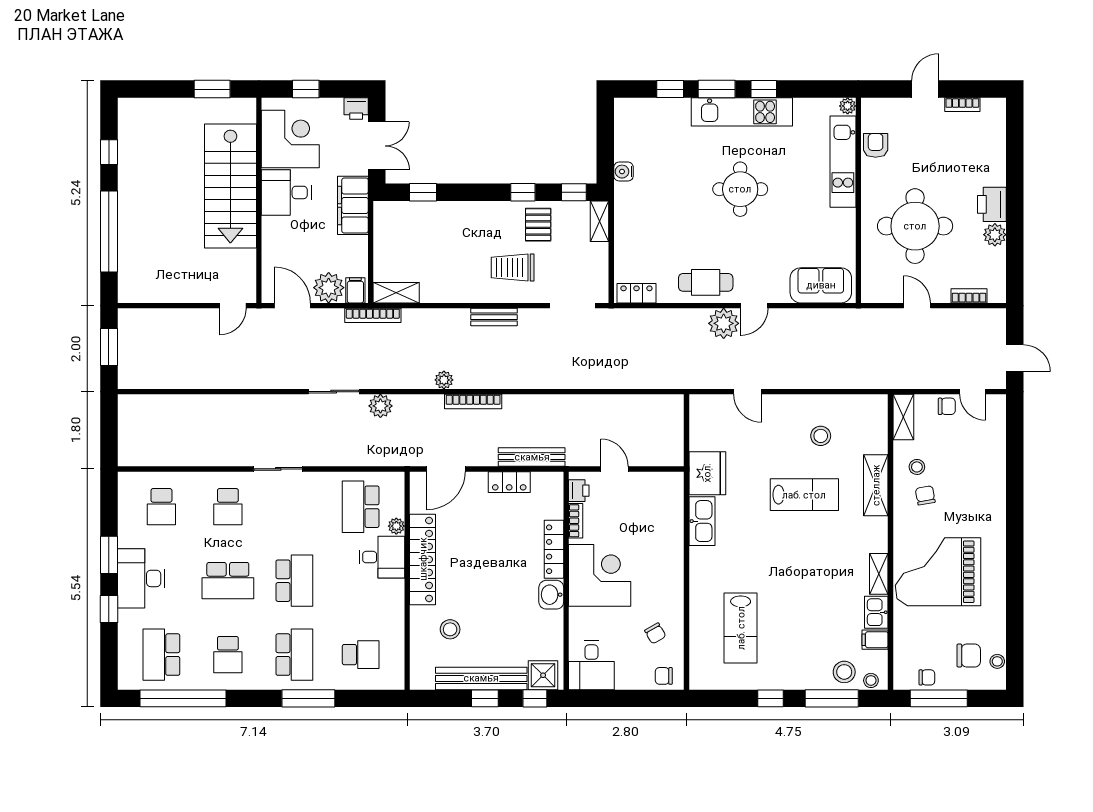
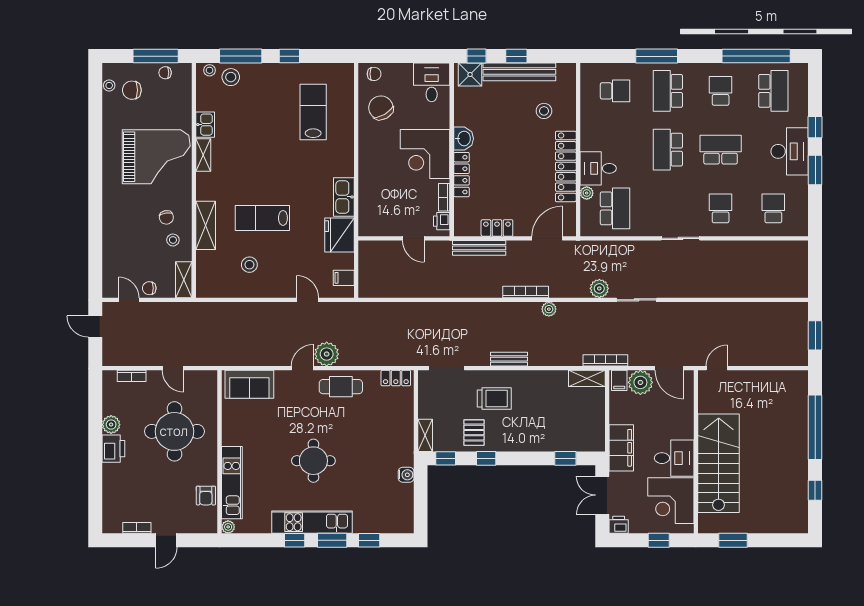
chair: (655, 633) -> (381, 108), width x1.87, depth x1.87
filing cabinet: (875, 640) -> (344, 278), moved, turned 180
school desk: (361, 655) -> (615, 91), turned 180

